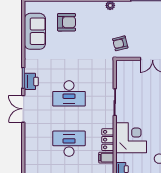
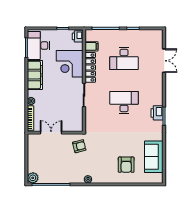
armchair: (67, 22) -> (126, 165), turned -90
double door: (23, 109) -> (164, 61), moved
locker: (108, 140) -> (90, 67), width x1.53

